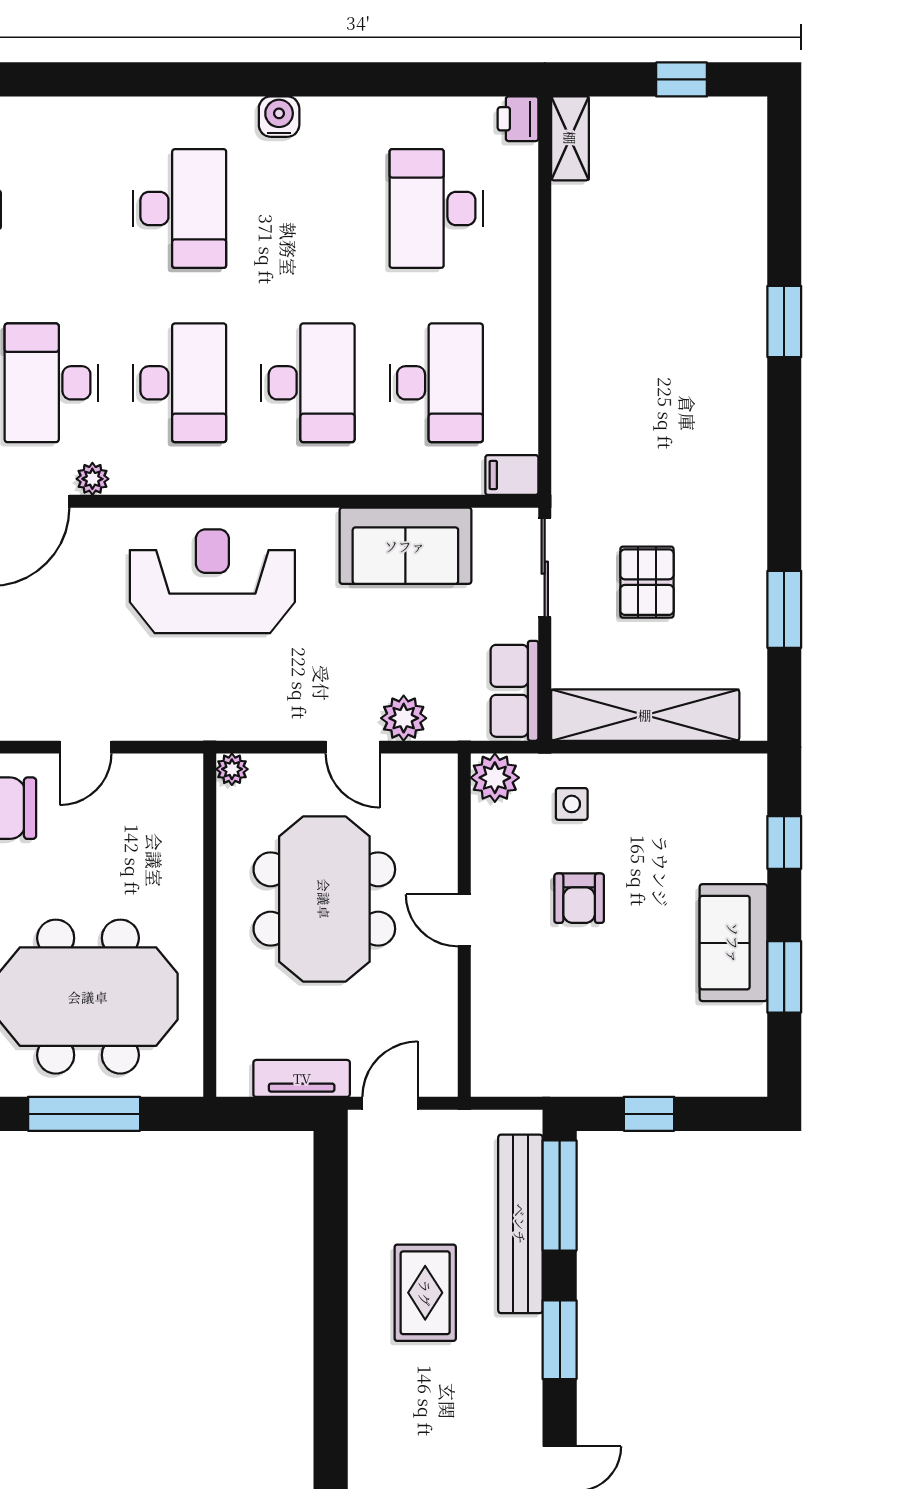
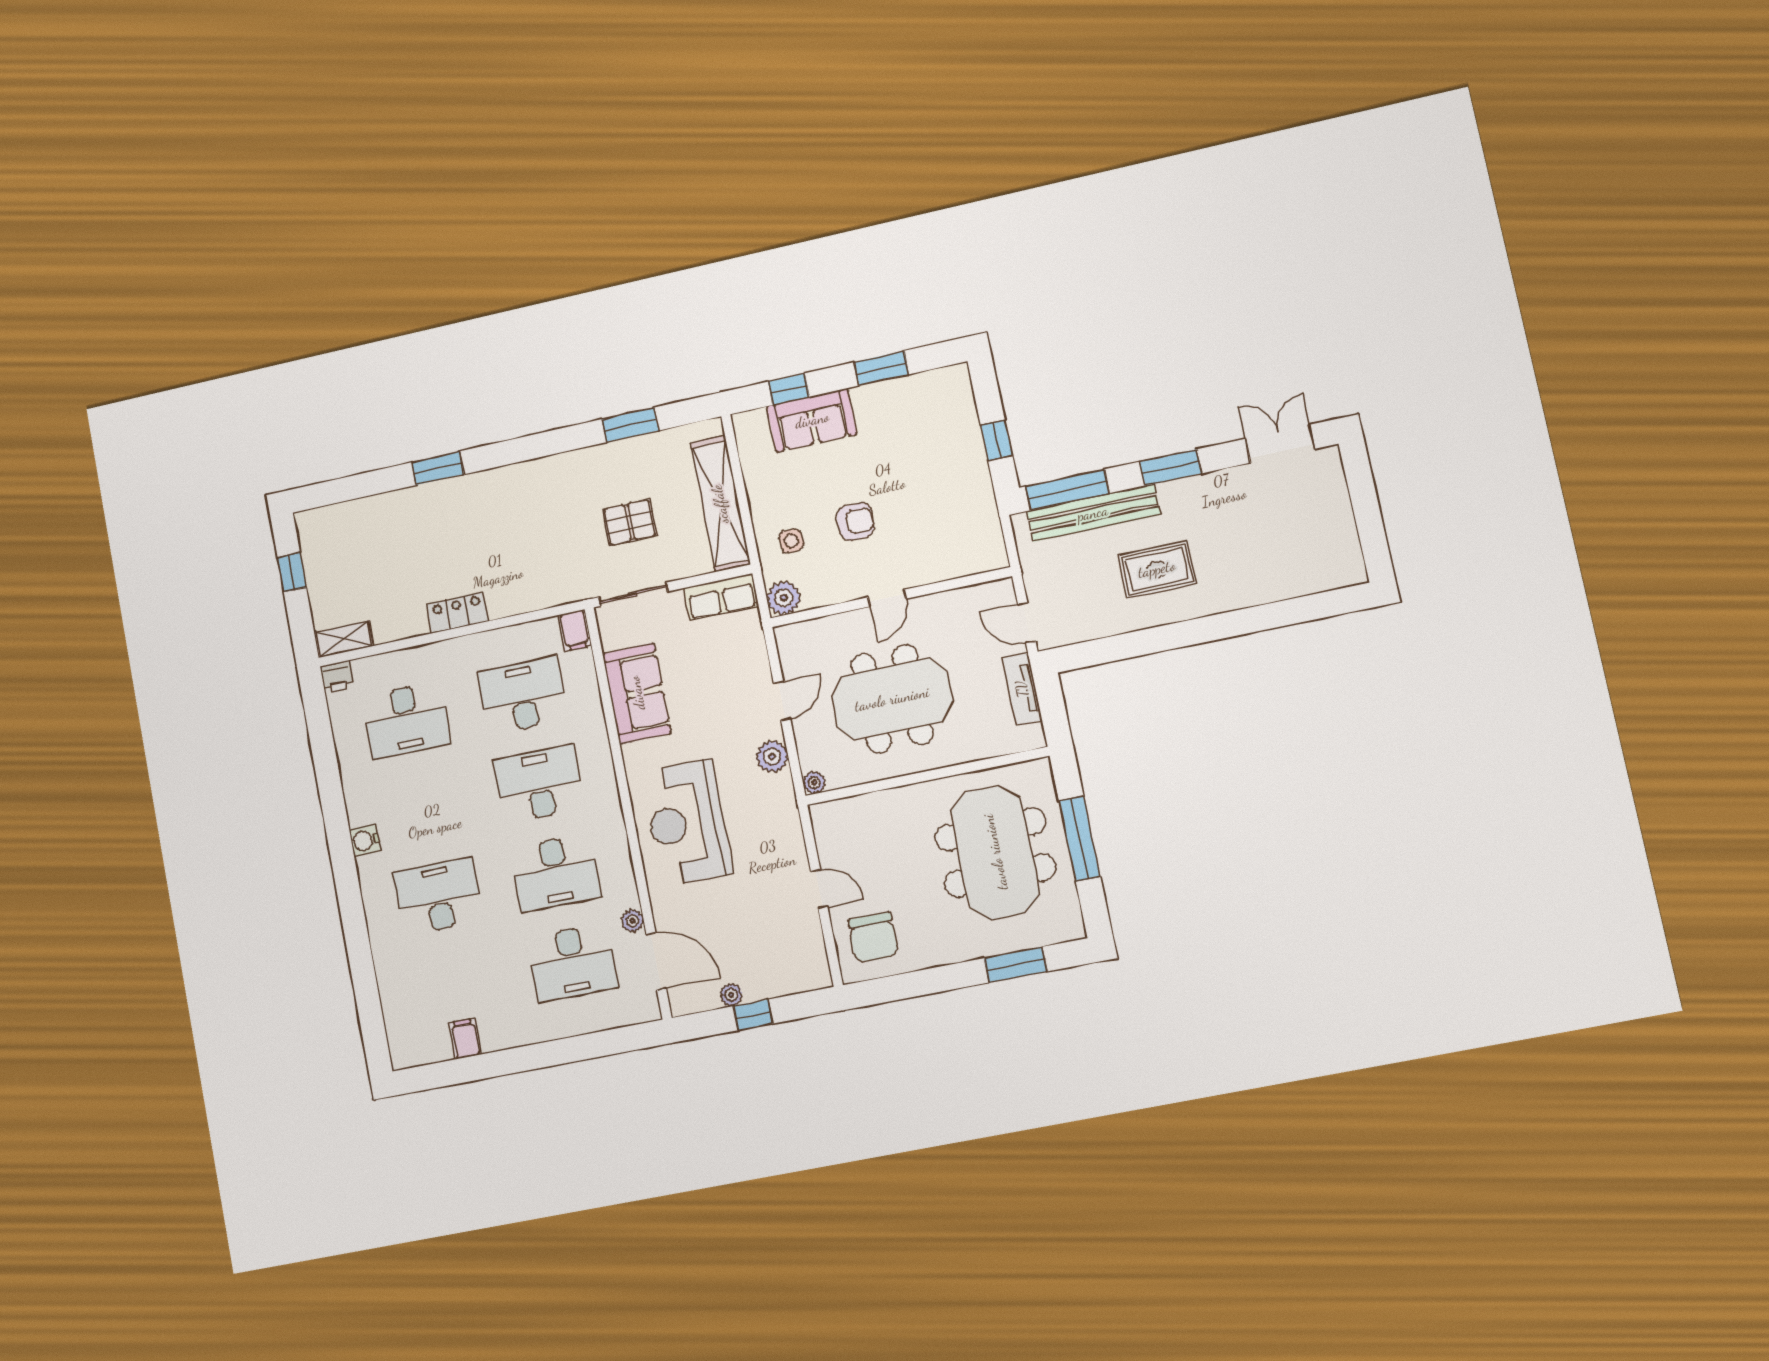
locker: (573, 311) -> (457, 613), added
desk: (180, 383) -> (556, 873), turned 180
plant: (404, 718) -> (772, 757), moved
sofa: (733, 943) -> (812, 420), moved

